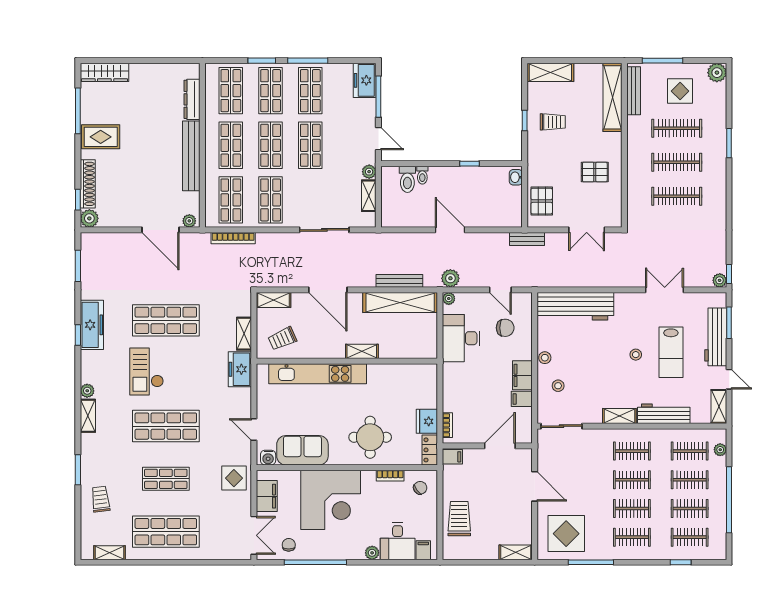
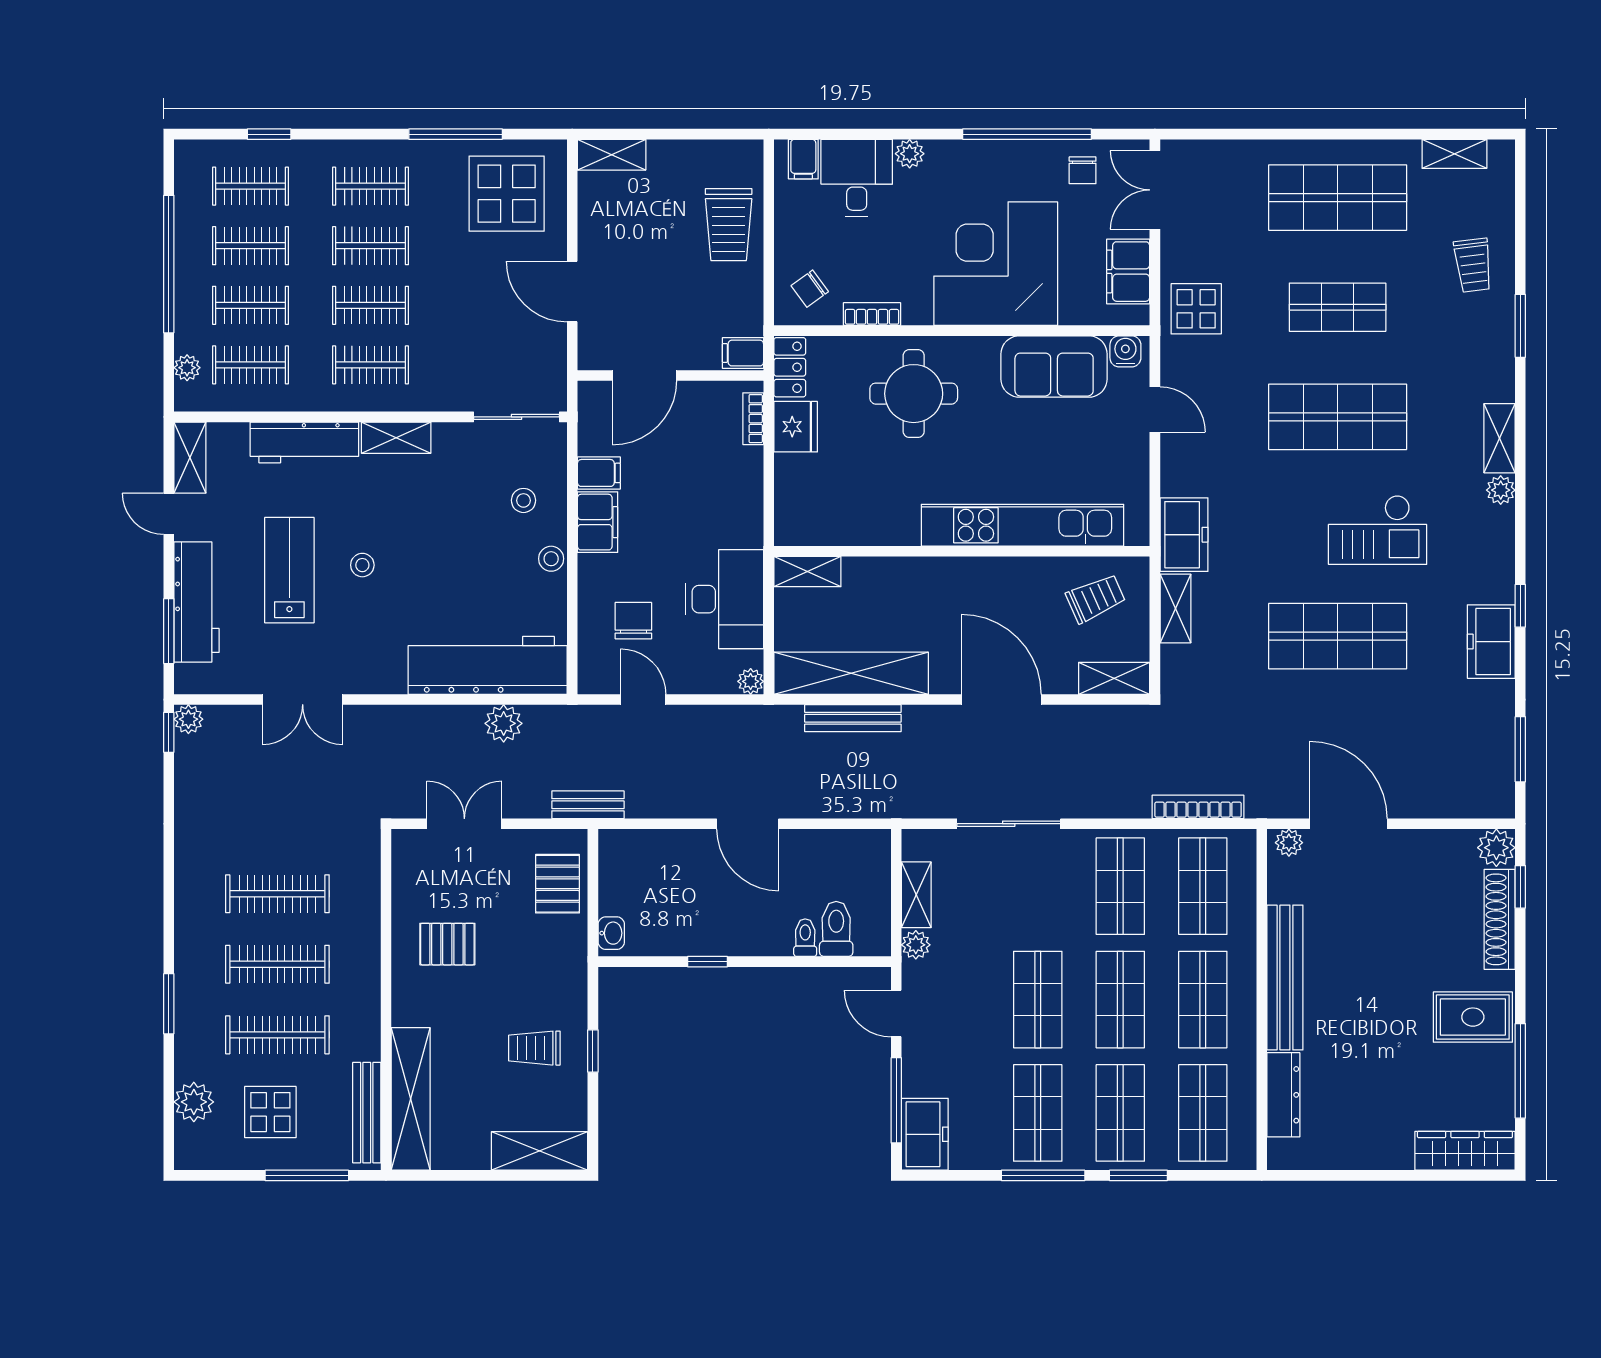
plant: (717, 73) -> (194, 1102), moved
plant: (450, 278) -> (504, 723), moved
freezer: (92, 325) -> (1491, 642), width x0.71
chair: (505, 328) -> (633, 621), turned 90
shelving: (362, 351) -> (807, 572), moved
checkout: (147, 372) -> (1378, 530), turned 90

